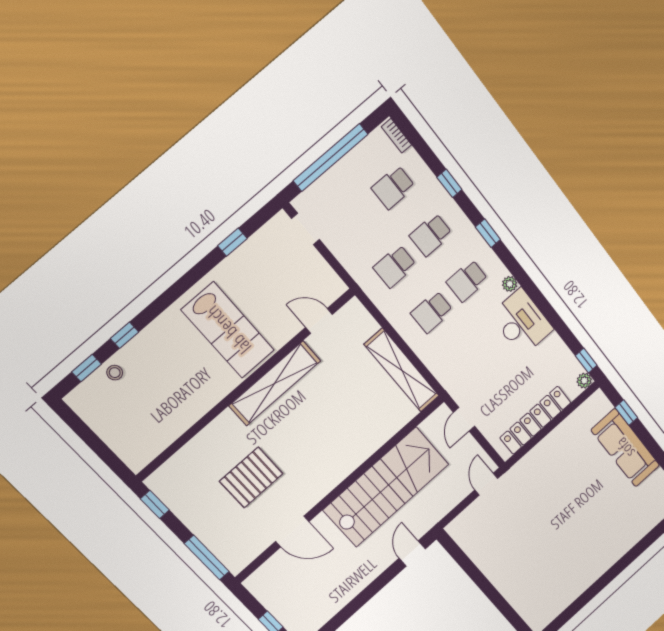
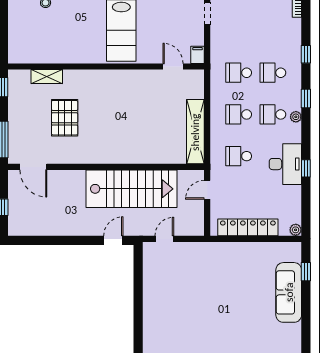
school desk: (393, 187) -> (239, 156), moved
plant: (510, 284) -> (296, 117), moved
filing cabinet: (334, 285) -> (198, 55), added
window: (586, 361) -> (306, 168), moved
shelving: (275, 383) -> (47, 77), moved, width x0.45, depth x0.75
pallet: (251, 477) -> (65, 118), turned 90
door: (486, 484) -> (164, 239), moved
door: (292, 532) -> (33, 167), moved

